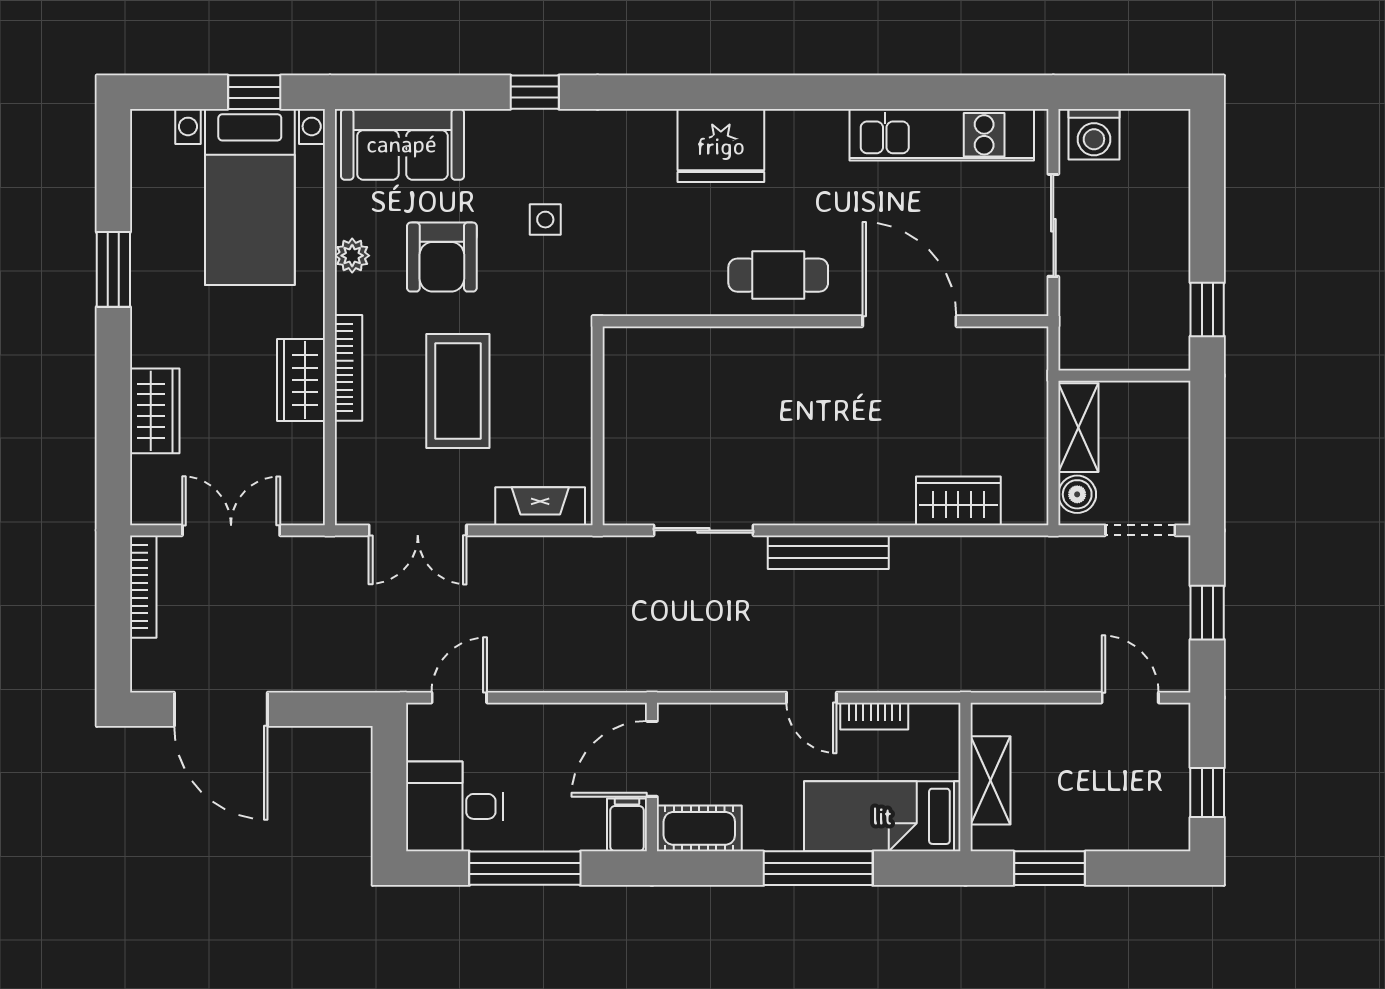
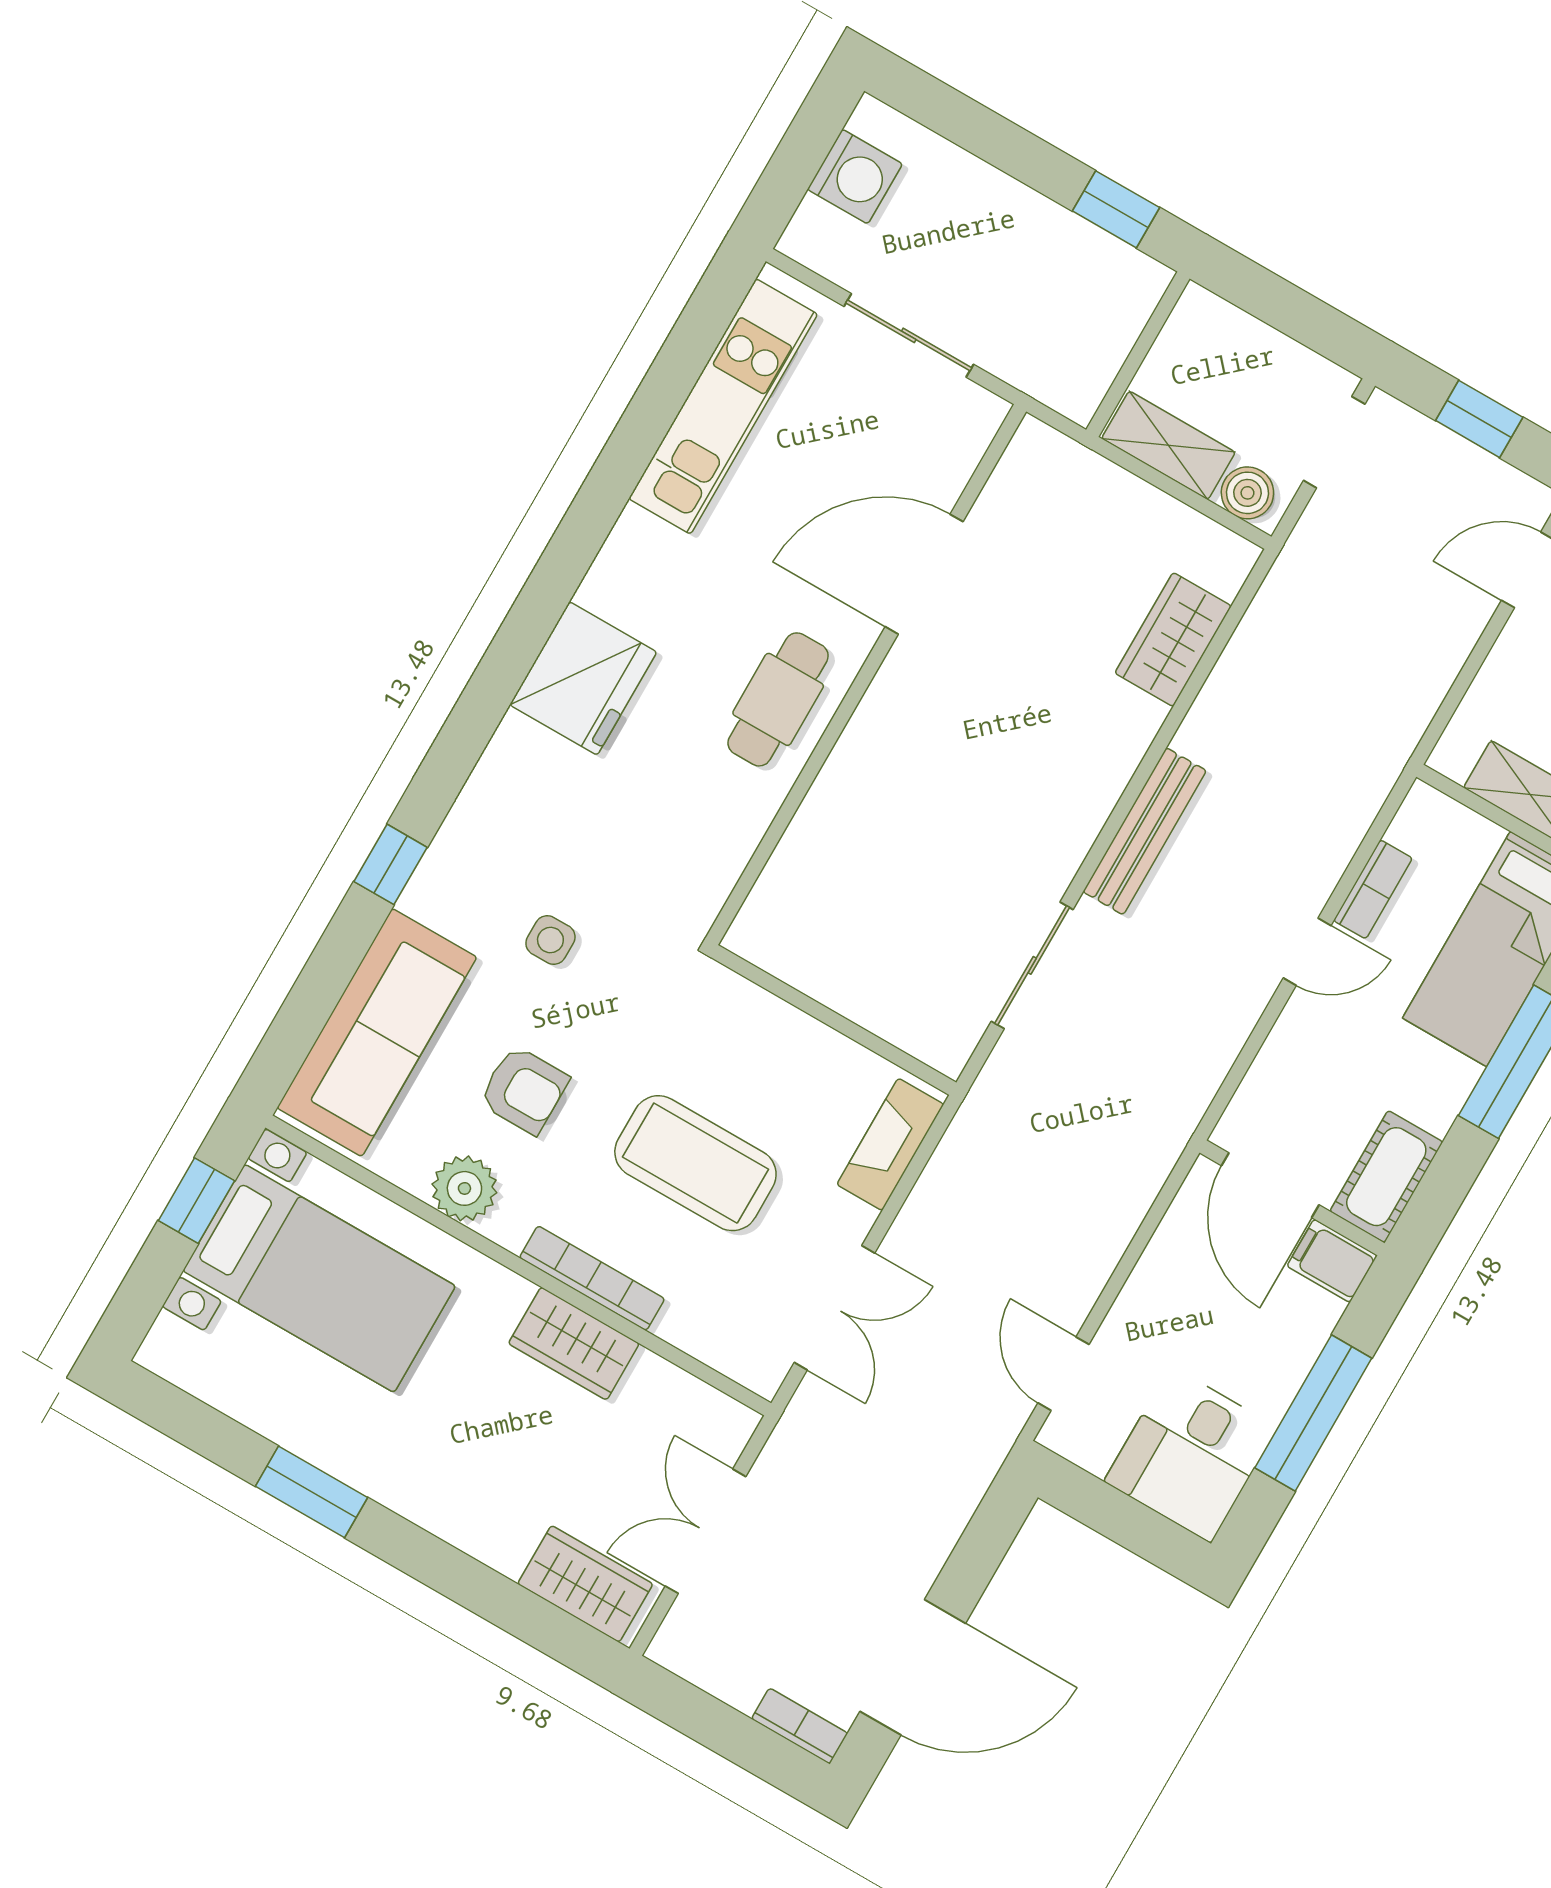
washing machine: (1094, 134) -> (855, 177), moved
sofa: (402, 144) -> (377, 1033), width x1.36
plant: (352, 256) -> (464, 1188), width x1.38, depth x1.38
armchair: (442, 257) -> (524, 1090), width x0.72, depth x0.72
wardrobe: (155, 411) -> (585, 1584), moved
bookcase: (143, 587) -> (800, 1726), moved, width x0.64

